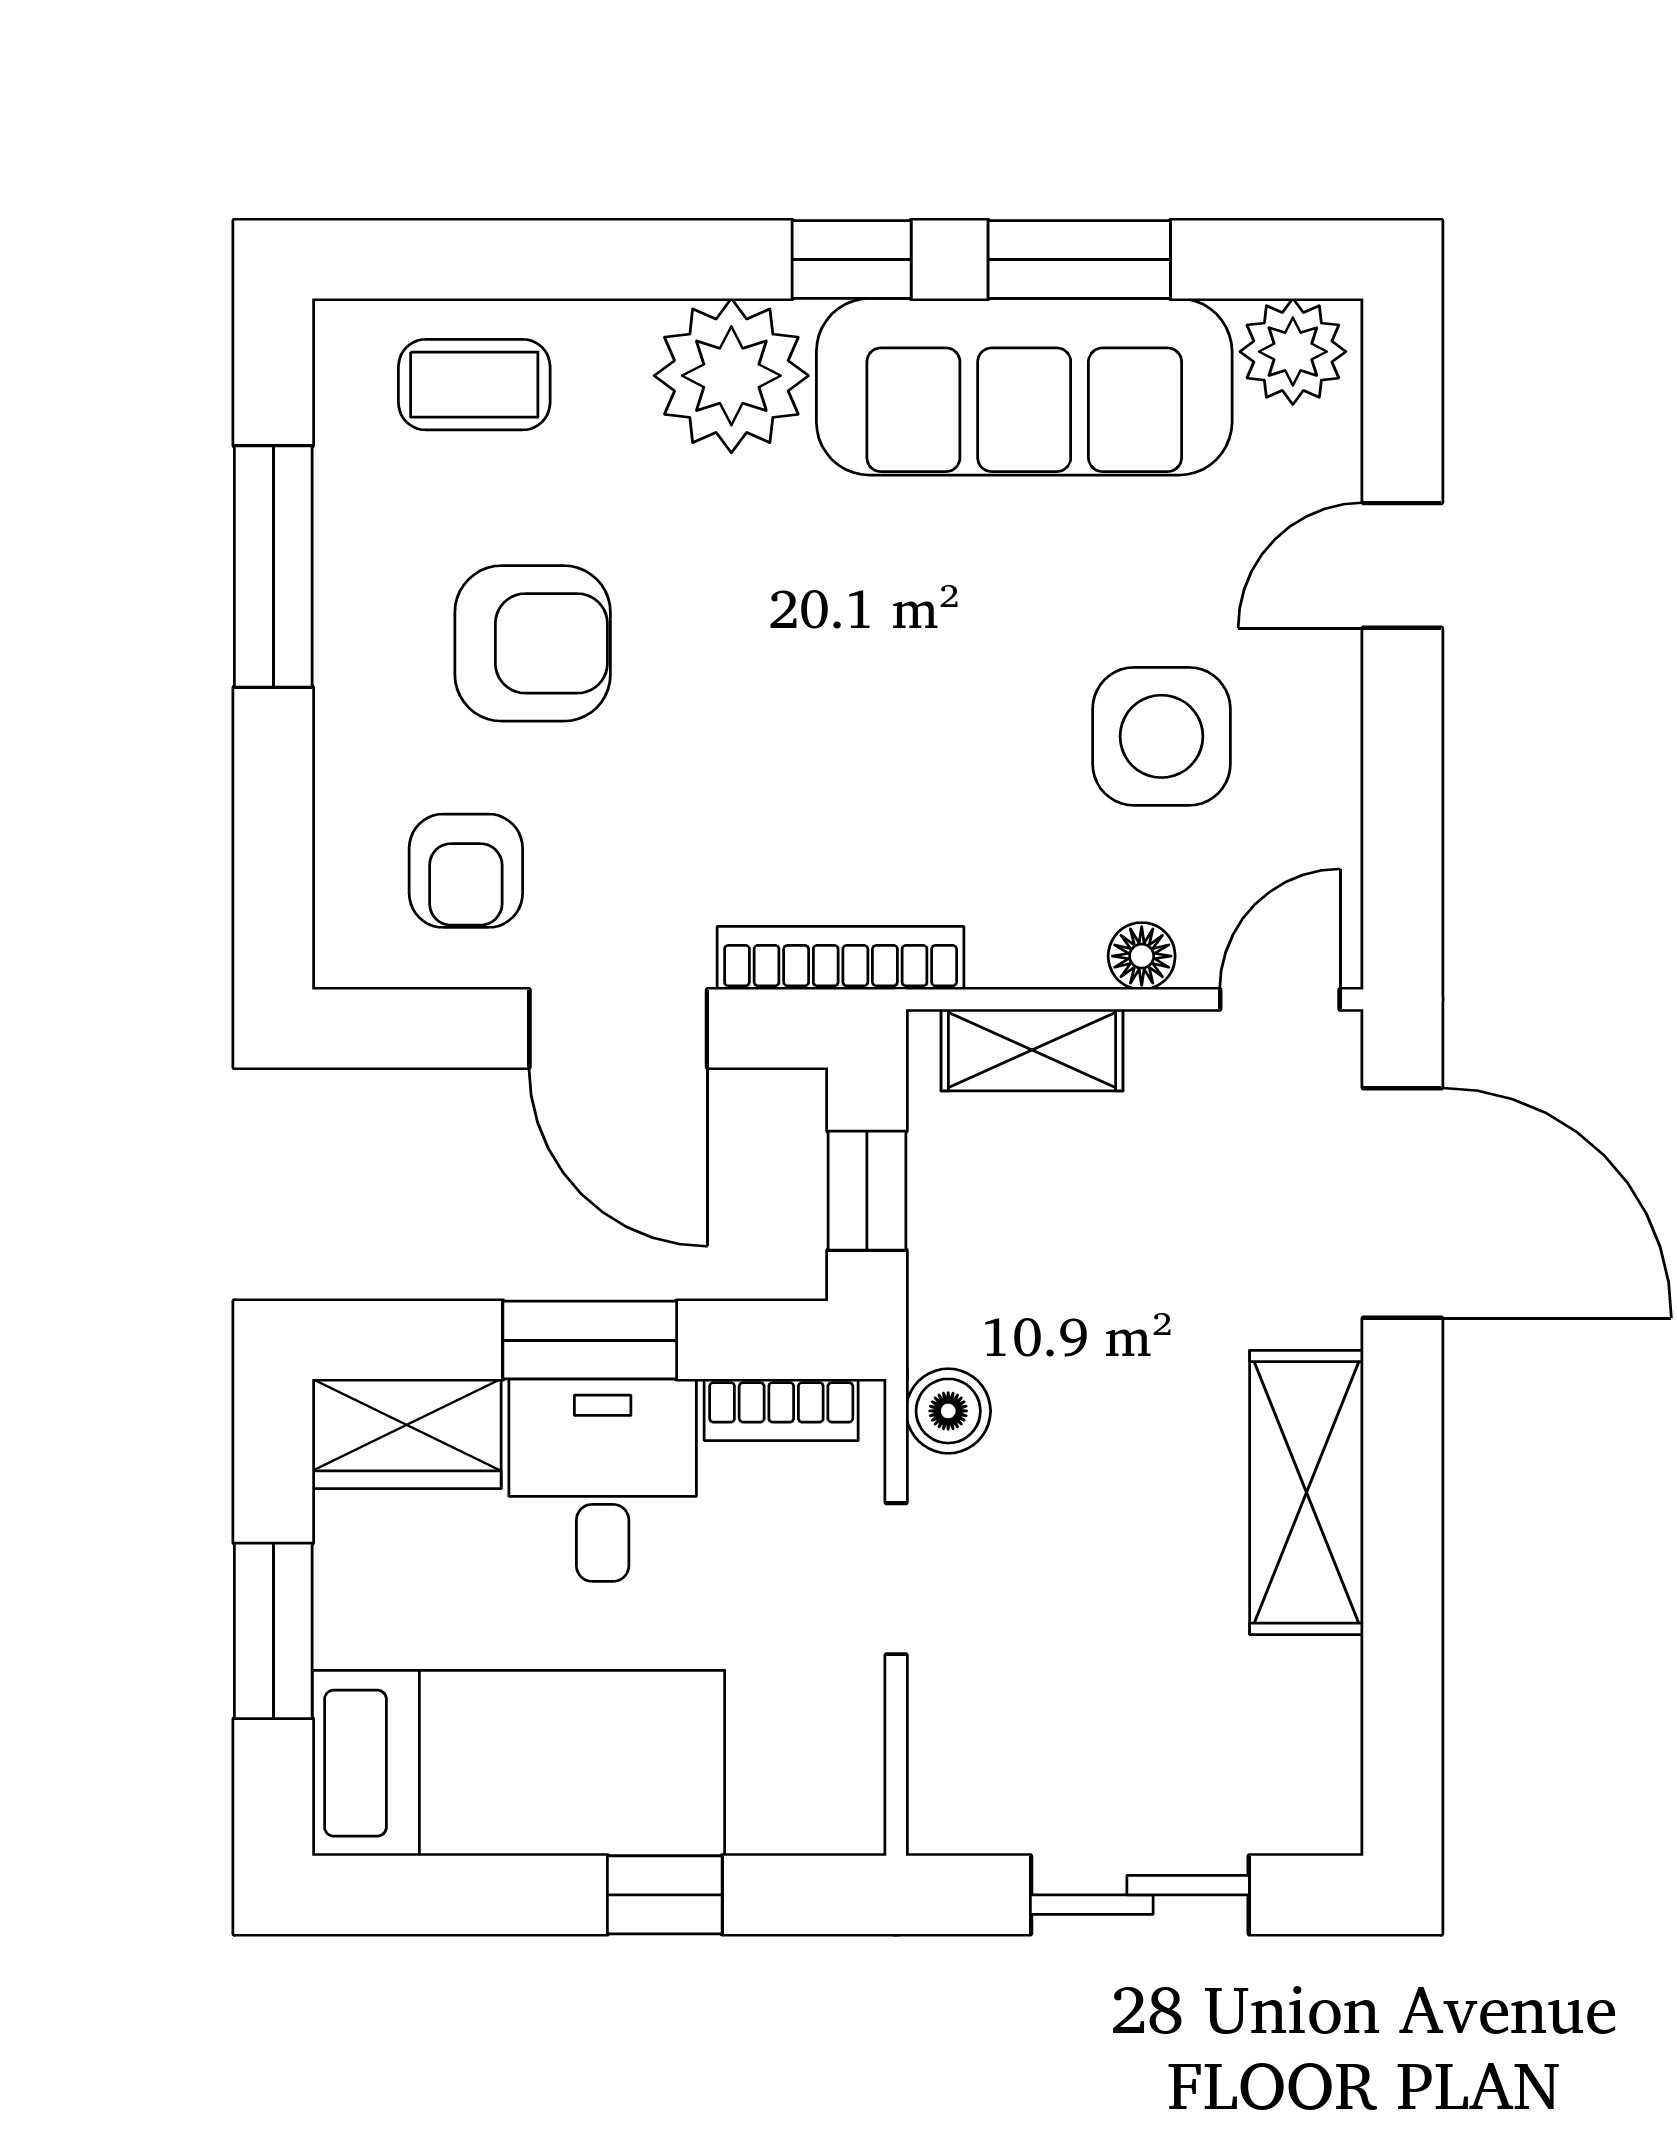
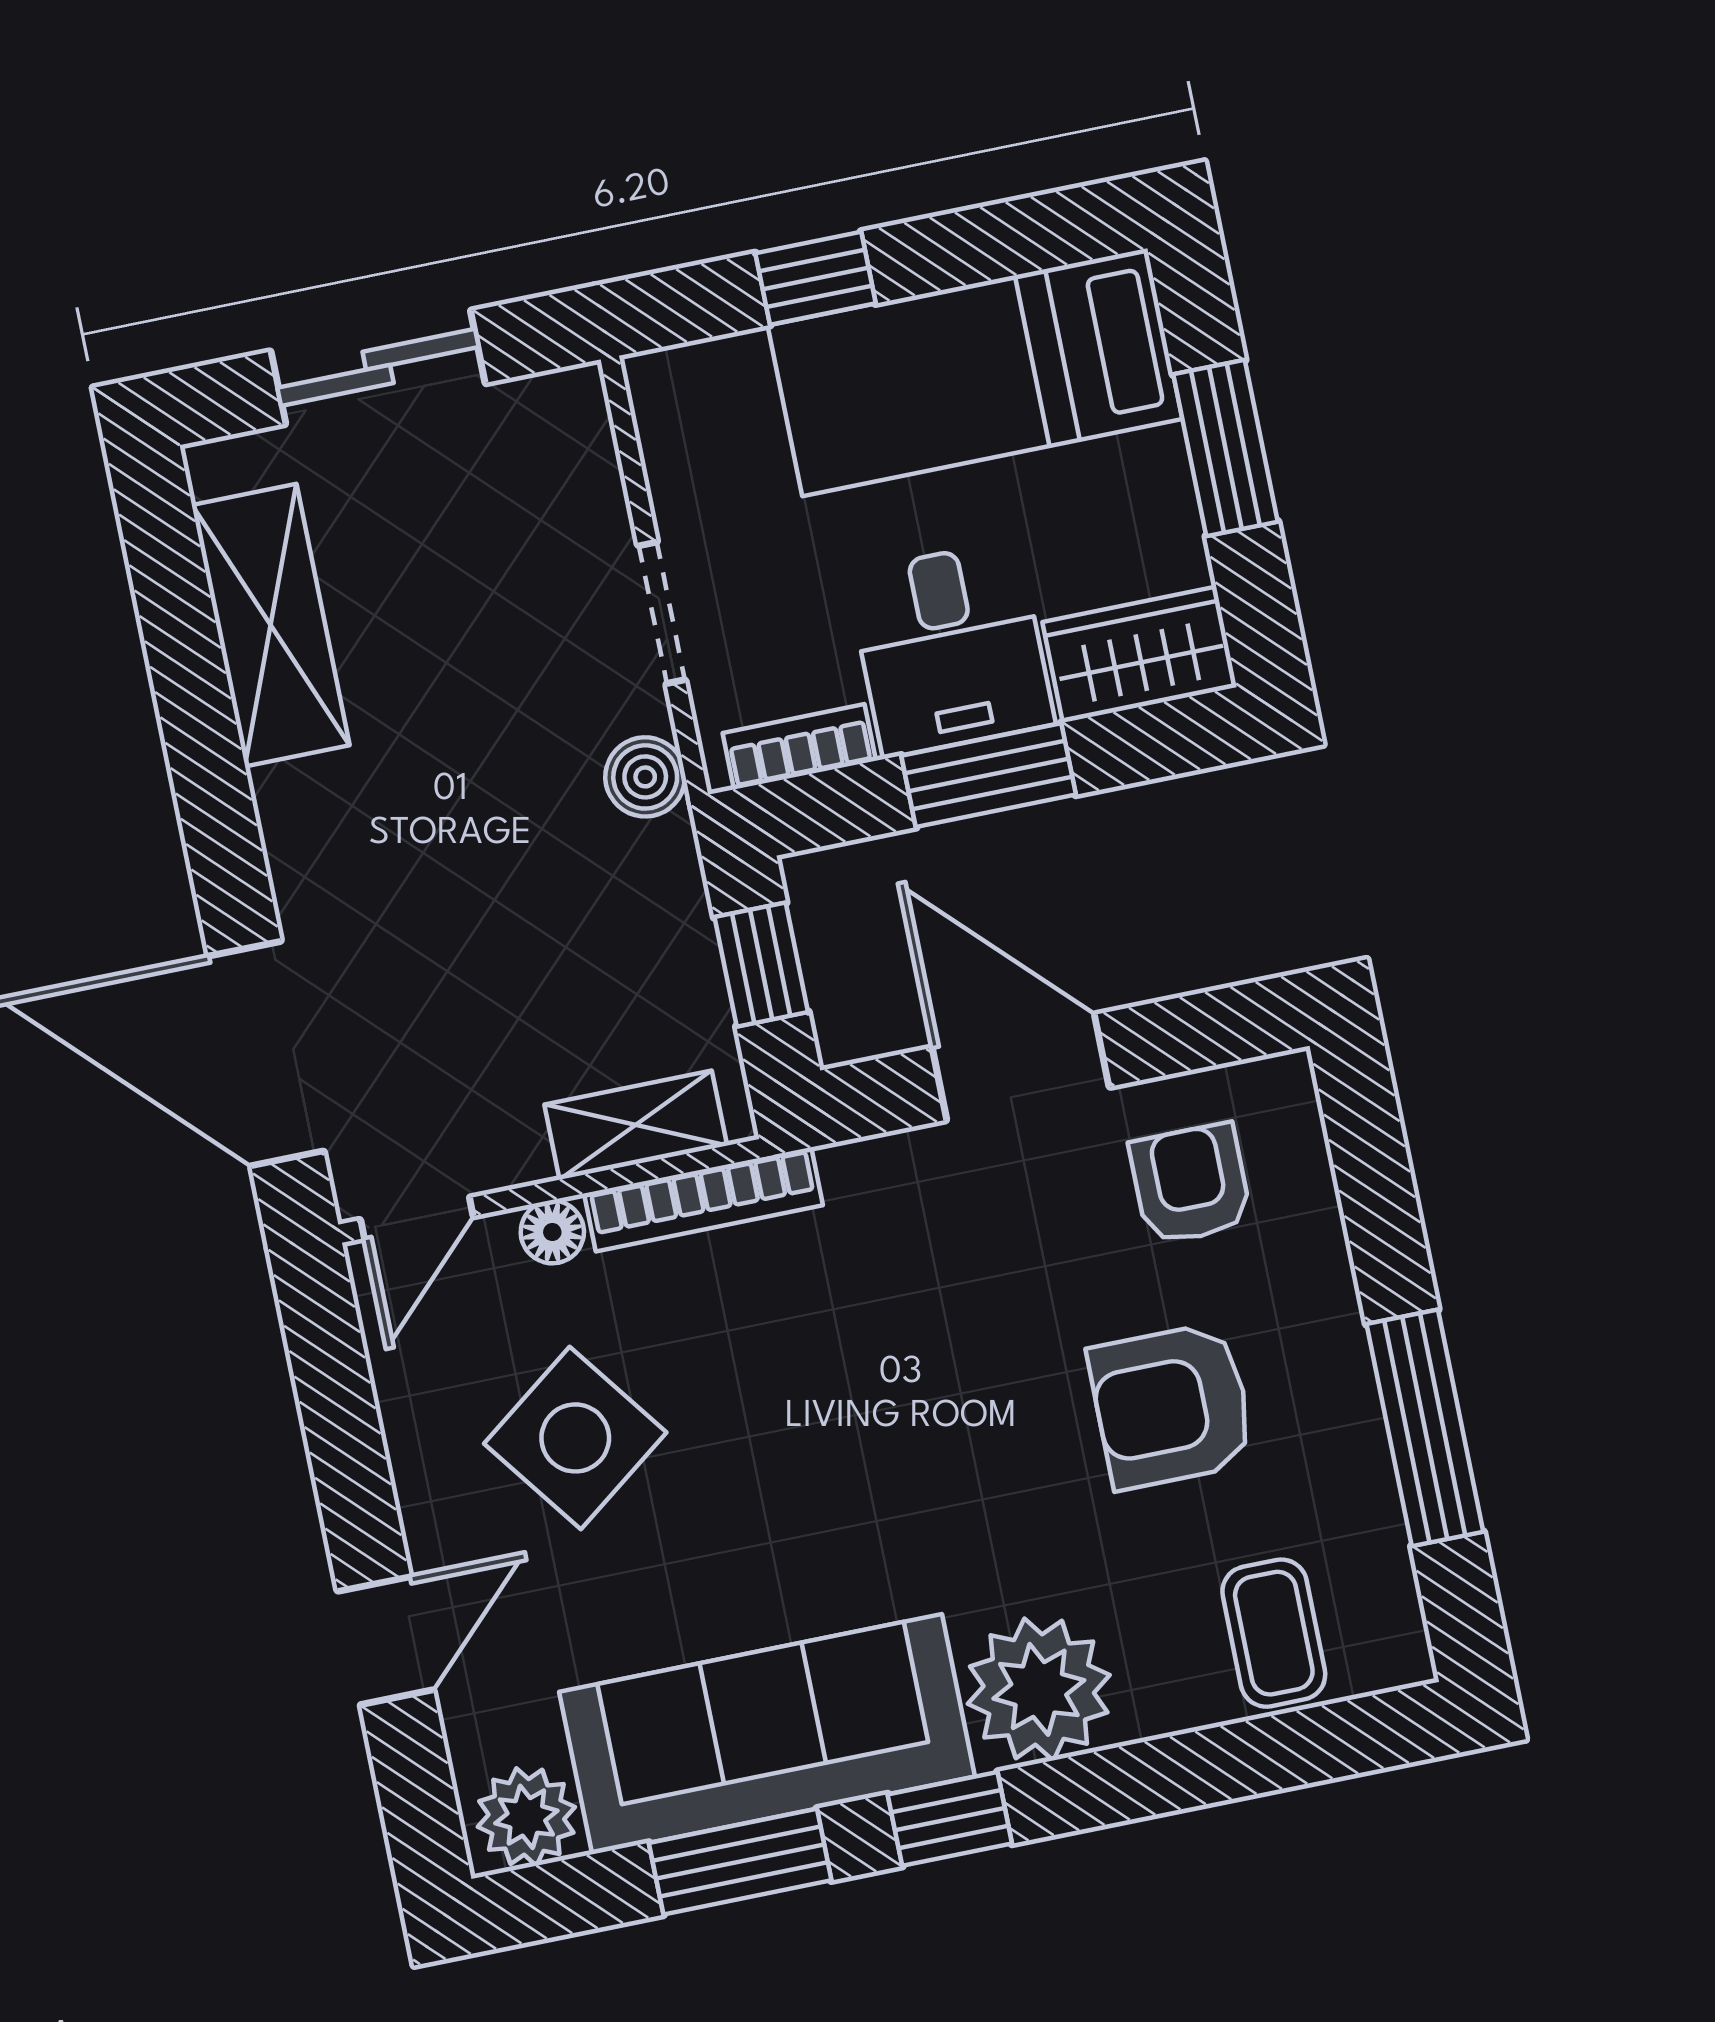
coffee table: (474, 385) -> (1274, 1633), turned 90
side table: (1161, 736) -> (575, 1438), turned -37
bookcase: (841, 958) -> (704, 1199), moved
shelving: (1307, 1492) -> (271, 625), moved

